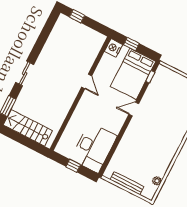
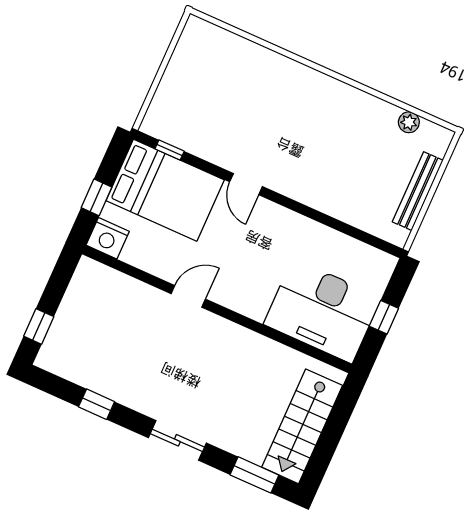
window: (42, 39) -> (97, 404), added
desk: (94, 148) -> (322, 311), moved, turned 180

